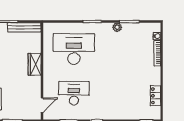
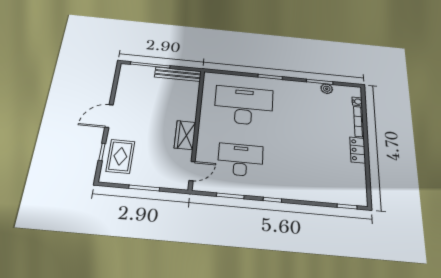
plant: (117, 27) -> (327, 89), moved
wardrobe: (35, 64) -> (185, 135), moved
locker: (155, 96) -> (358, 150), moved

